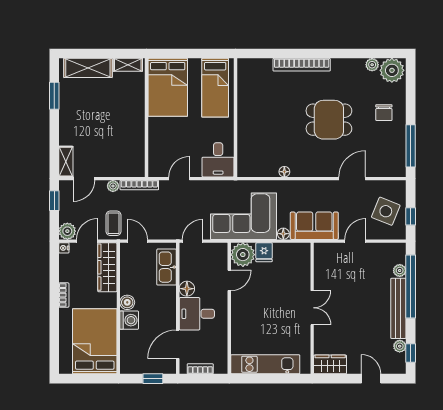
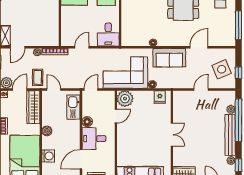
side table: (386, 211) -> (222, 69), turned 45
sofa: (314, 226) -> (169, 58), moved, turned 180
fridge: (264, 252) -> (160, 97), moved
washing machine: (129, 320) -> (48, 156), moved

